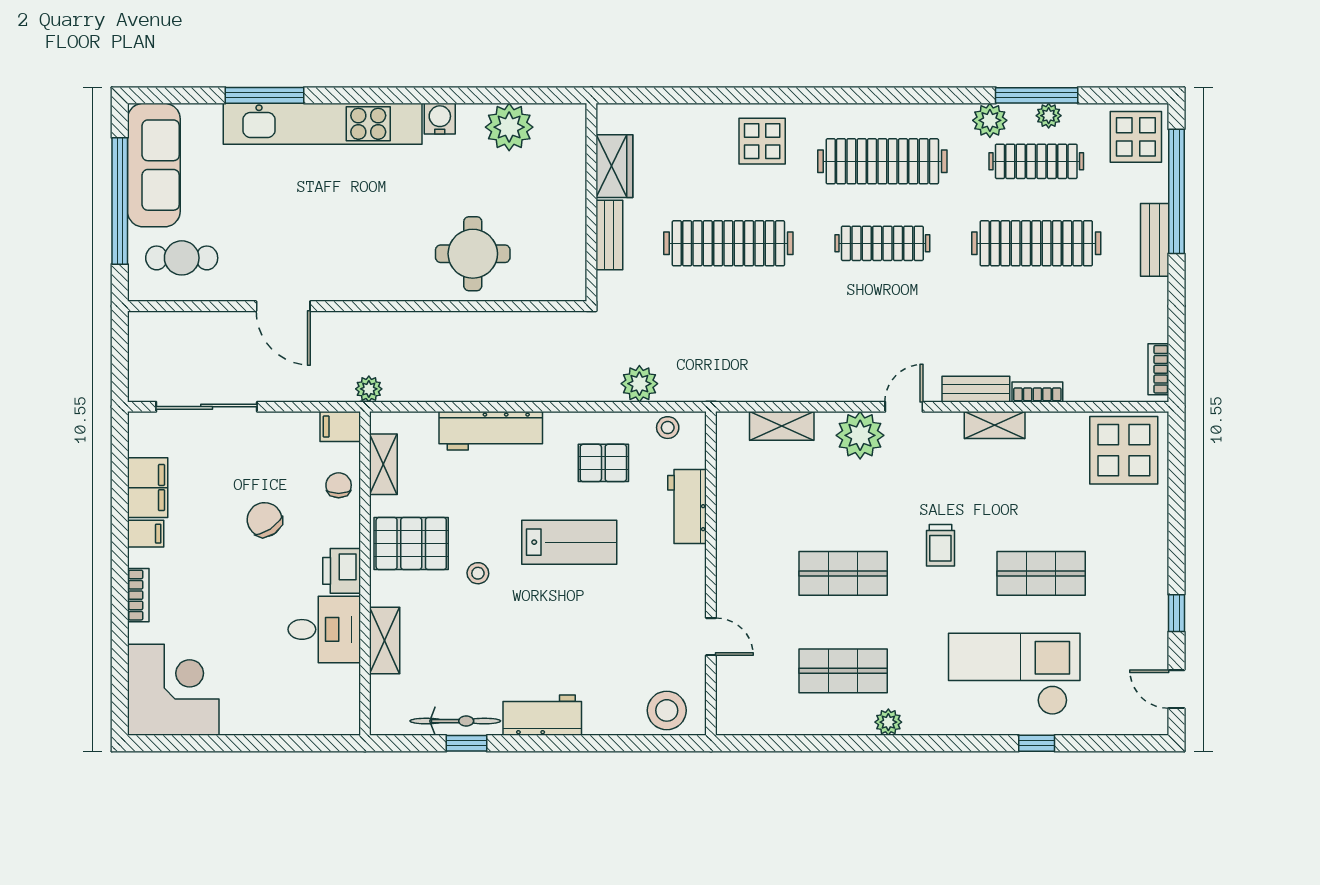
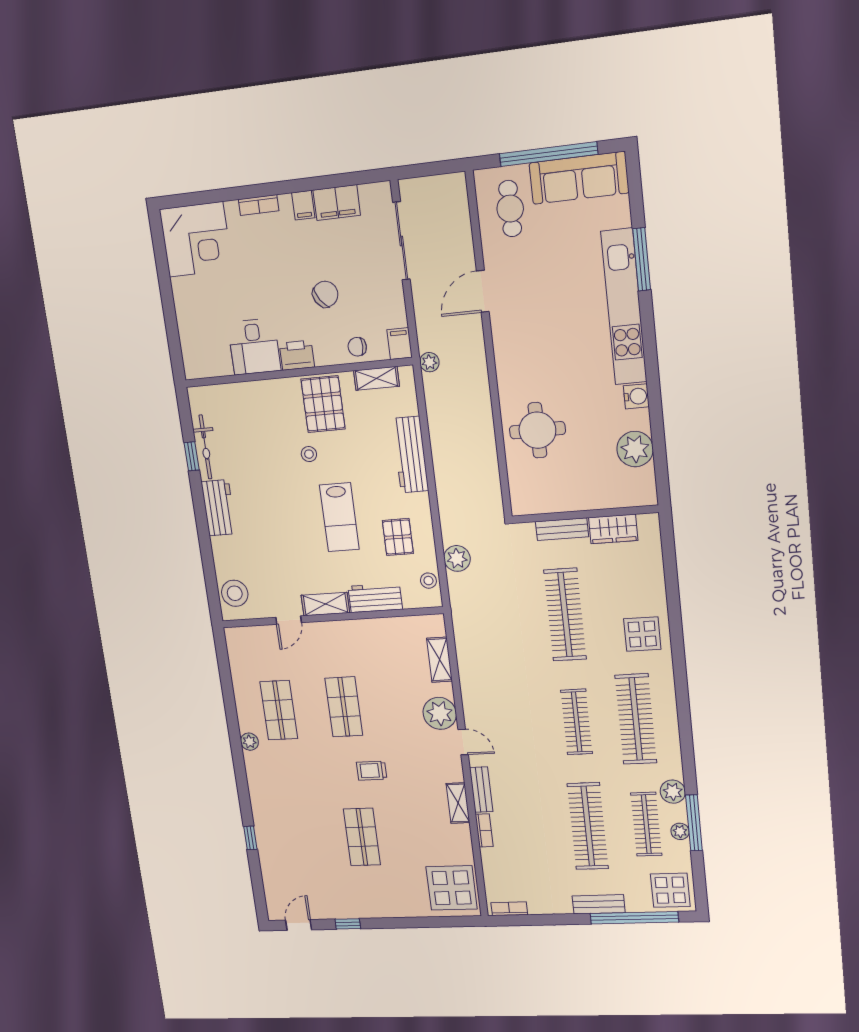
chair: (339, 485) -> (357, 347), turned 180
shelving: (385, 641) -> (325, 604), moved
checkout: (1014, 674) -> (293, 822), removed

